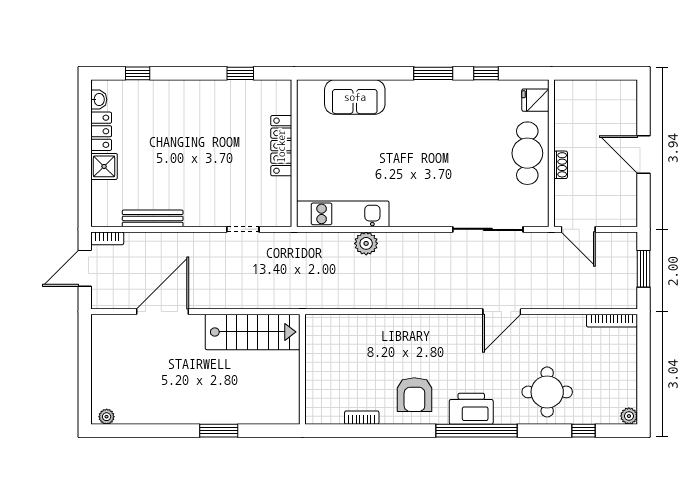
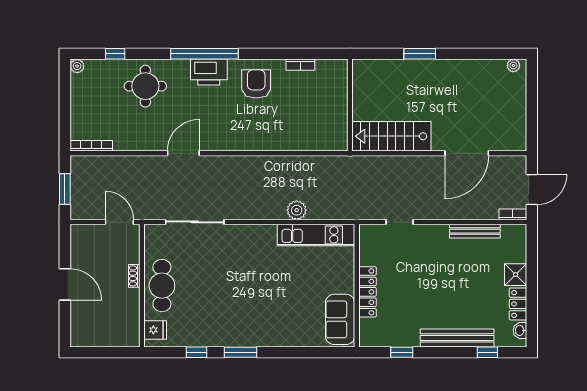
bench: (174, 90) -> (457, 338), added
sofa: (355, 97) -> (340, 319), moved, turned -90

